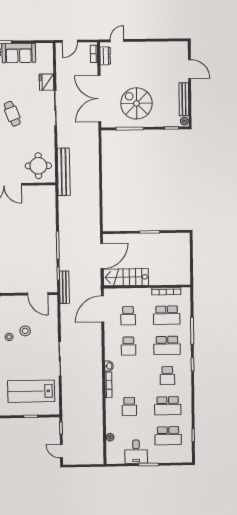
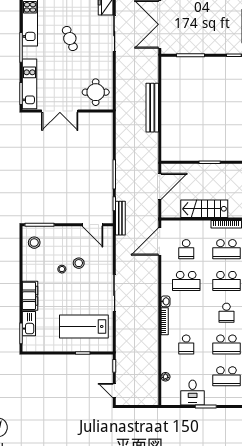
spiral stairs: (136, 103) -> (198, 30), removed
bench: (64, 172) -> (152, 108), moved
stairs: (126, 277) -> (204, 209), moved
school desk: (128, 346) -> (186, 281), width x1.85

